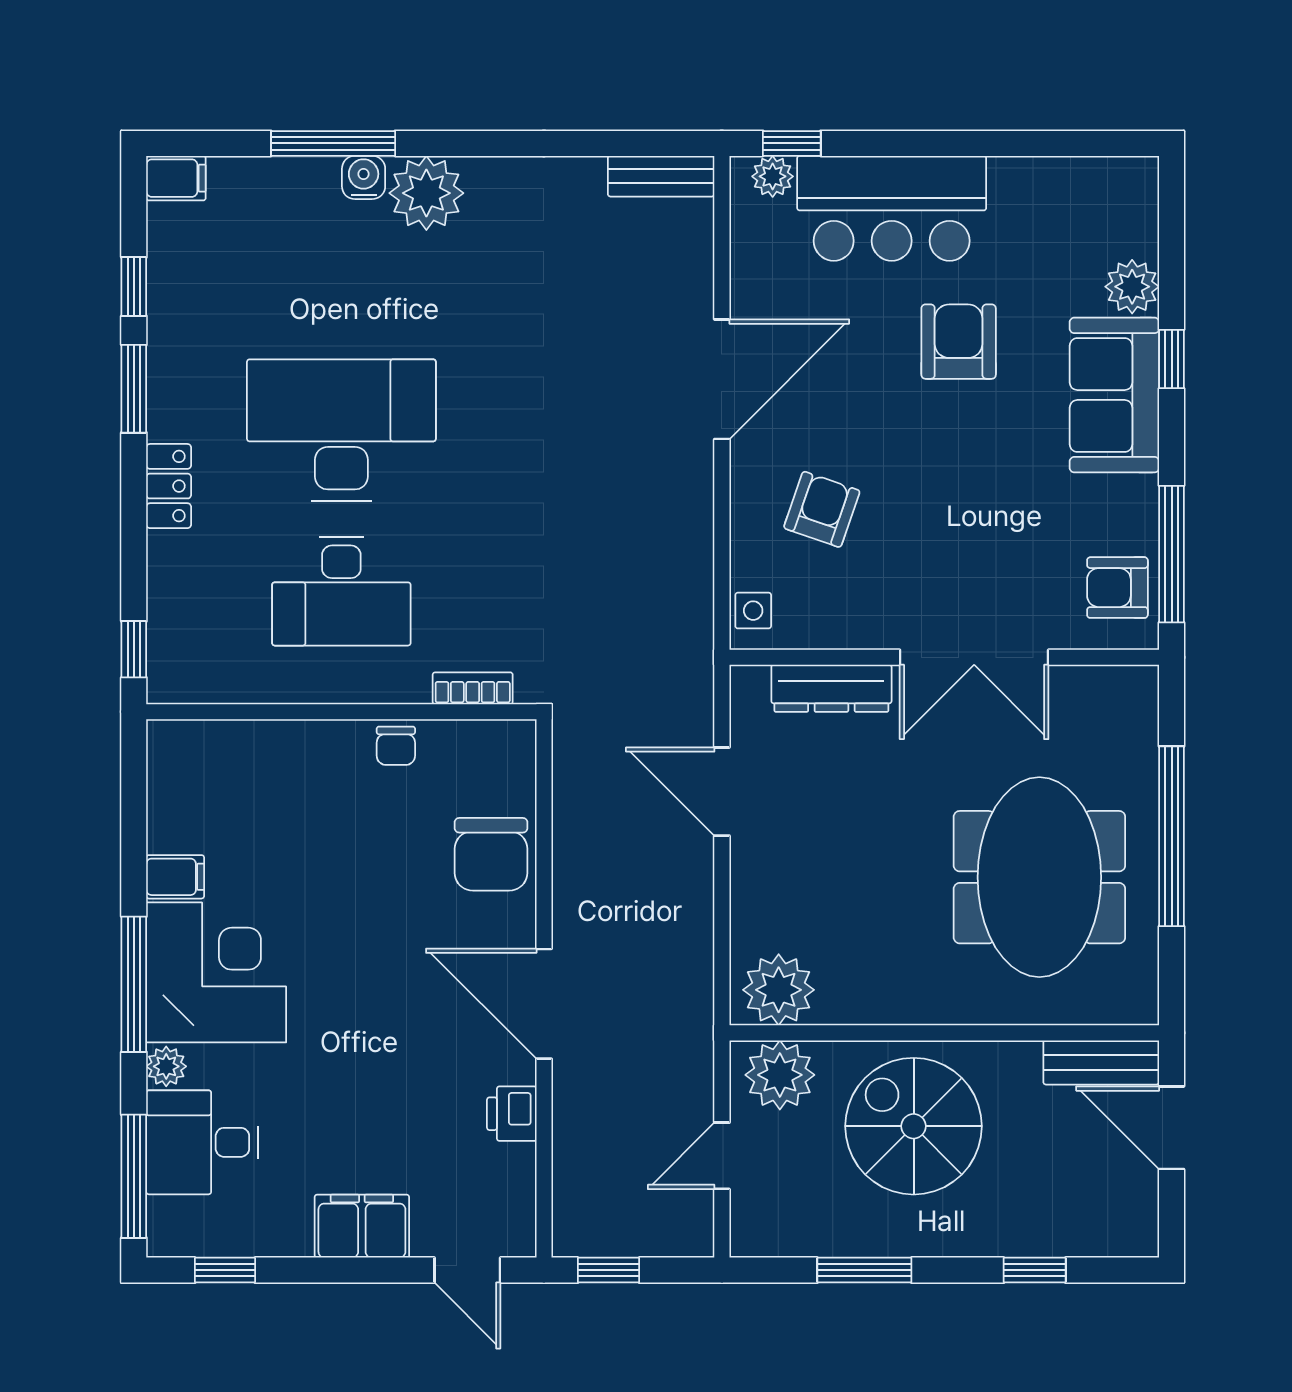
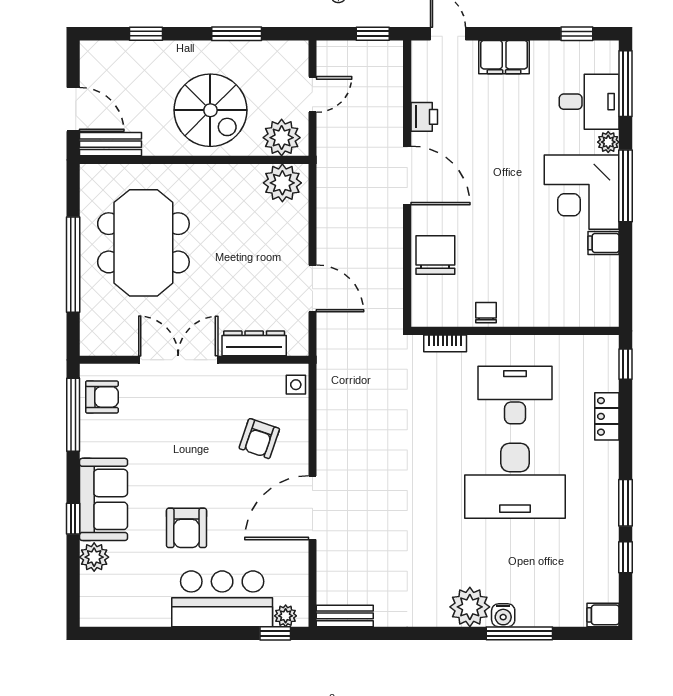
locker: (169, 486) -> (607, 416), moved

